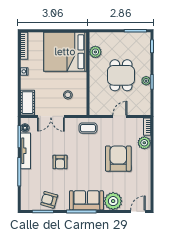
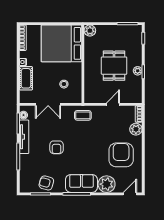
plant: (95, 52) -> (90, 31), moved
cot: (28, 103) -> (26, 78), moved
armchair: (118, 159) -> (121, 155), moved

